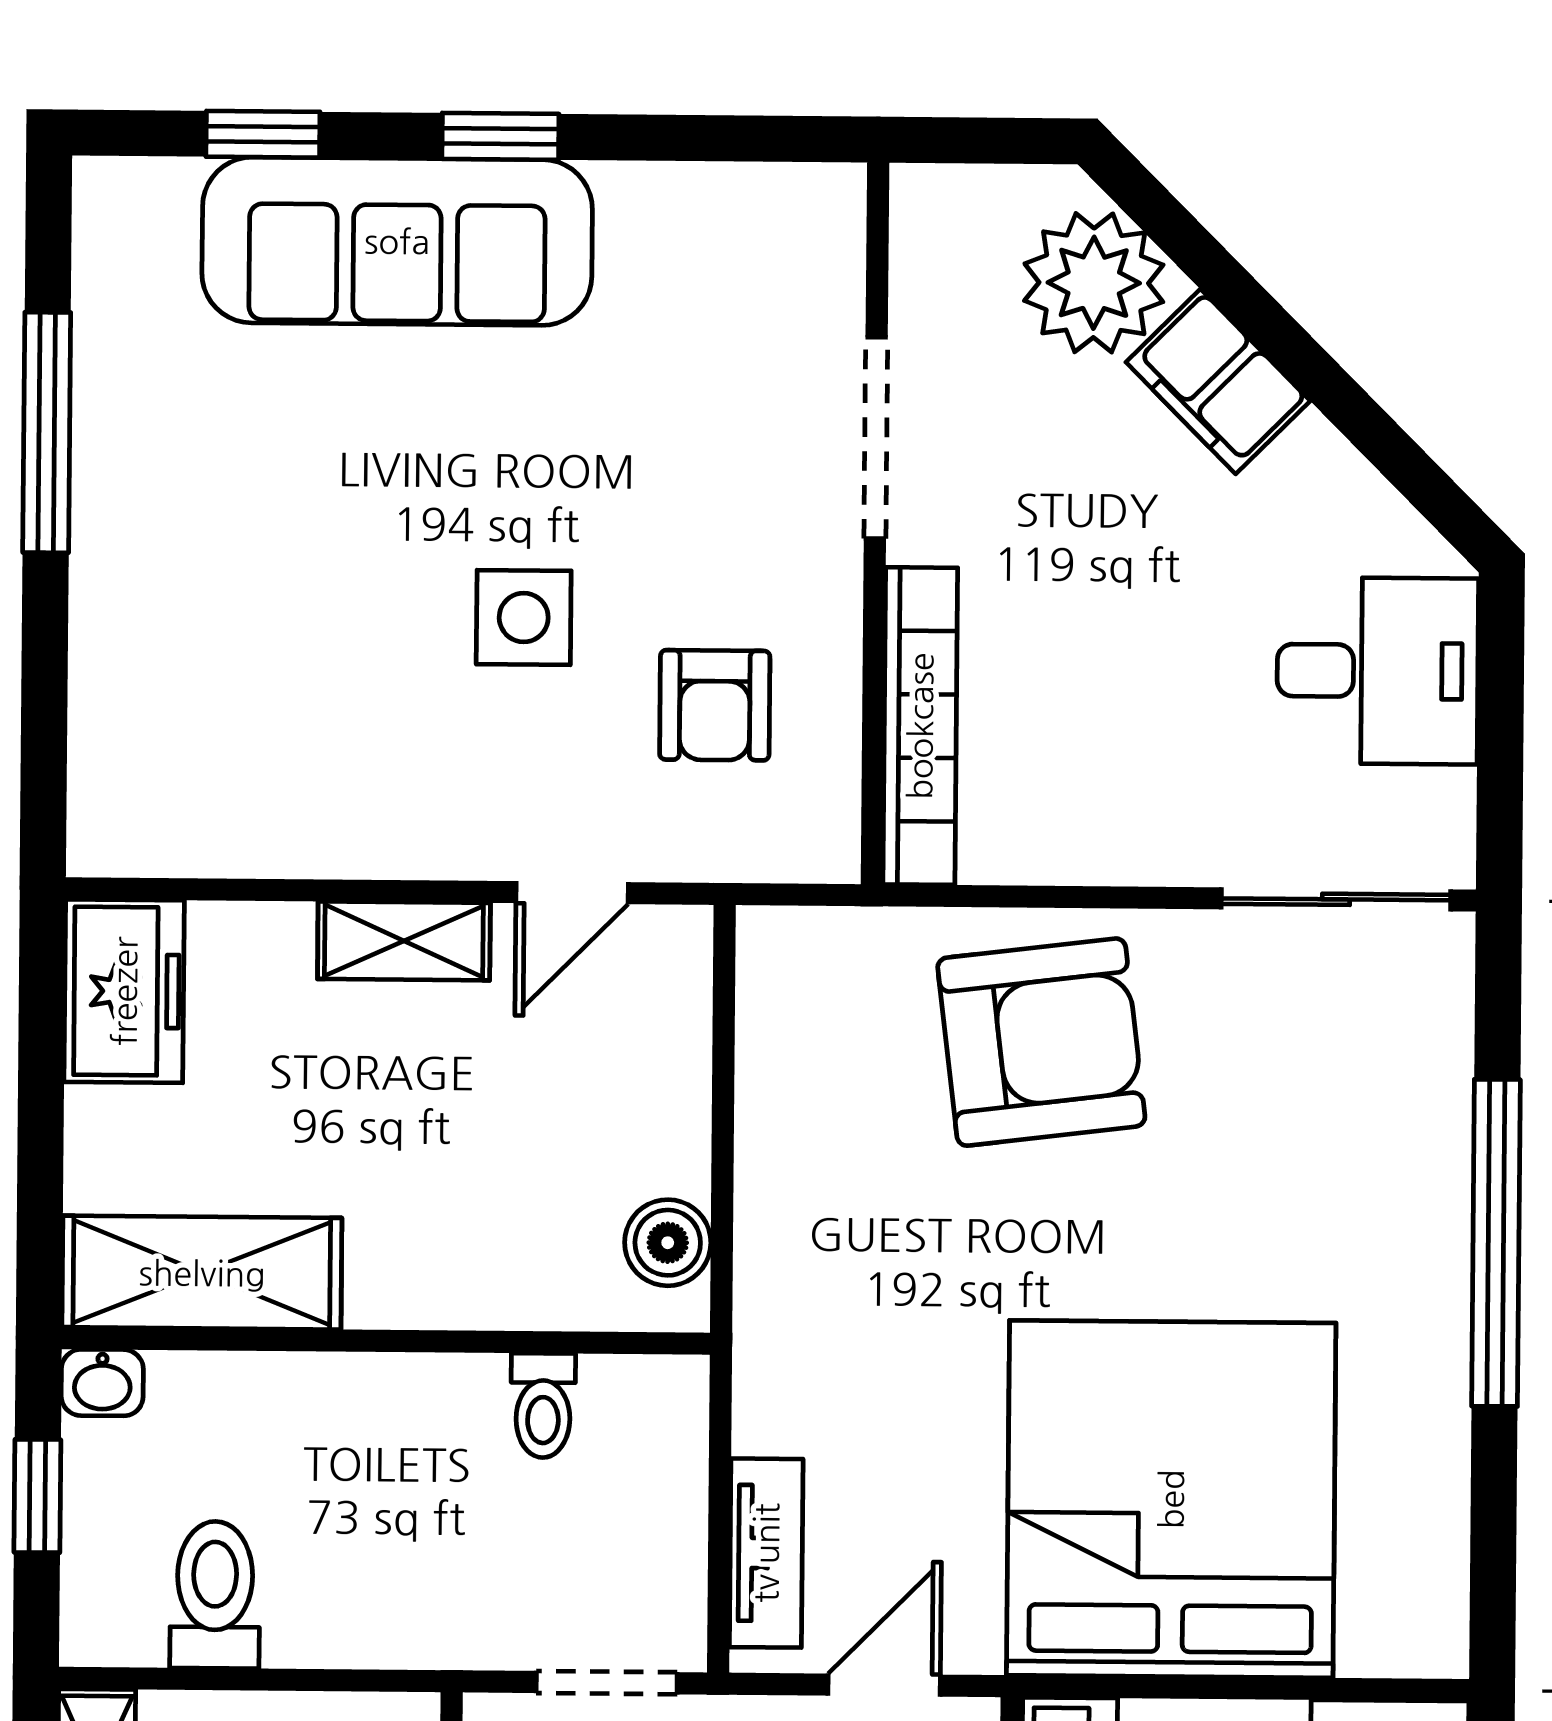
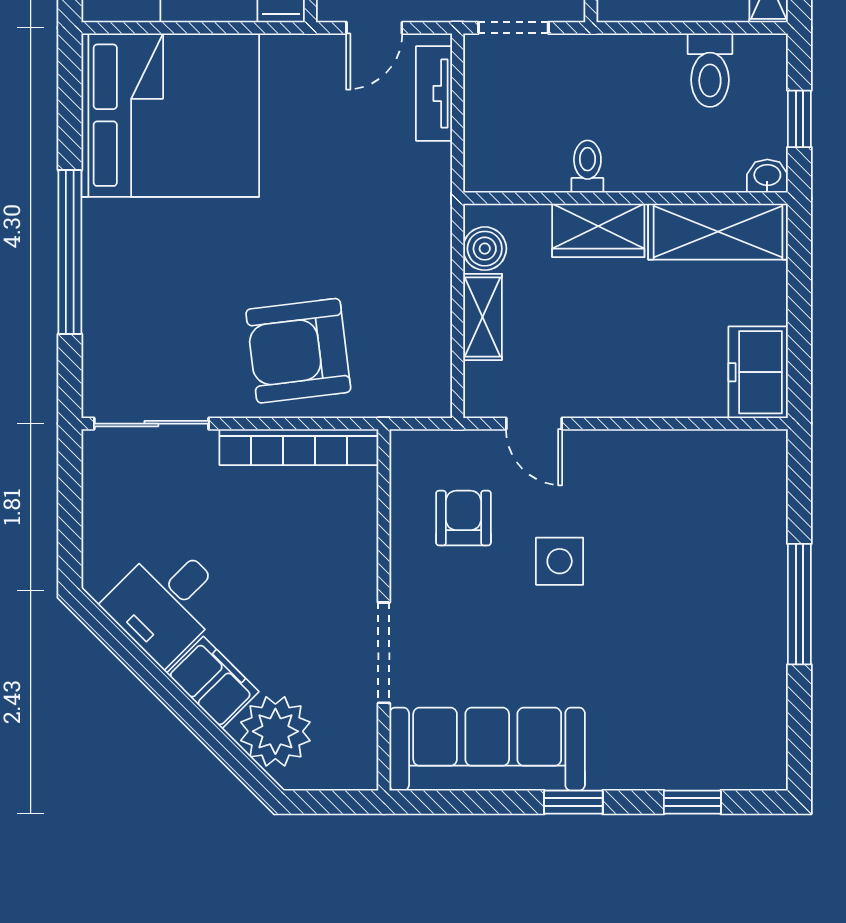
sofa: (397, 241) -> (487, 749), moved
window: (47, 432) -> (799, 604), moved
desk: (1378, 671) -> (166, 602), moved, turned -45
bookcase: (920, 726) -> (299, 447), moved, turned -90
door: (572, 893) -> (534, 424), swing flipped
shelving: (404, 941) -> (482, 317), moved, turned 90
wardrobe: (441, 1277) -> (598, 230), added
toilet: (543, 1405) -> (587, 166), moved
bed: (1171, 1499) -> (170, 115), moved, turned -90

